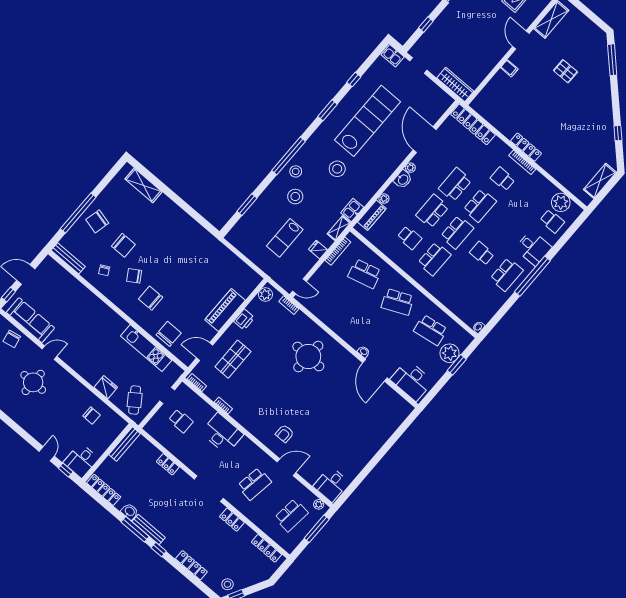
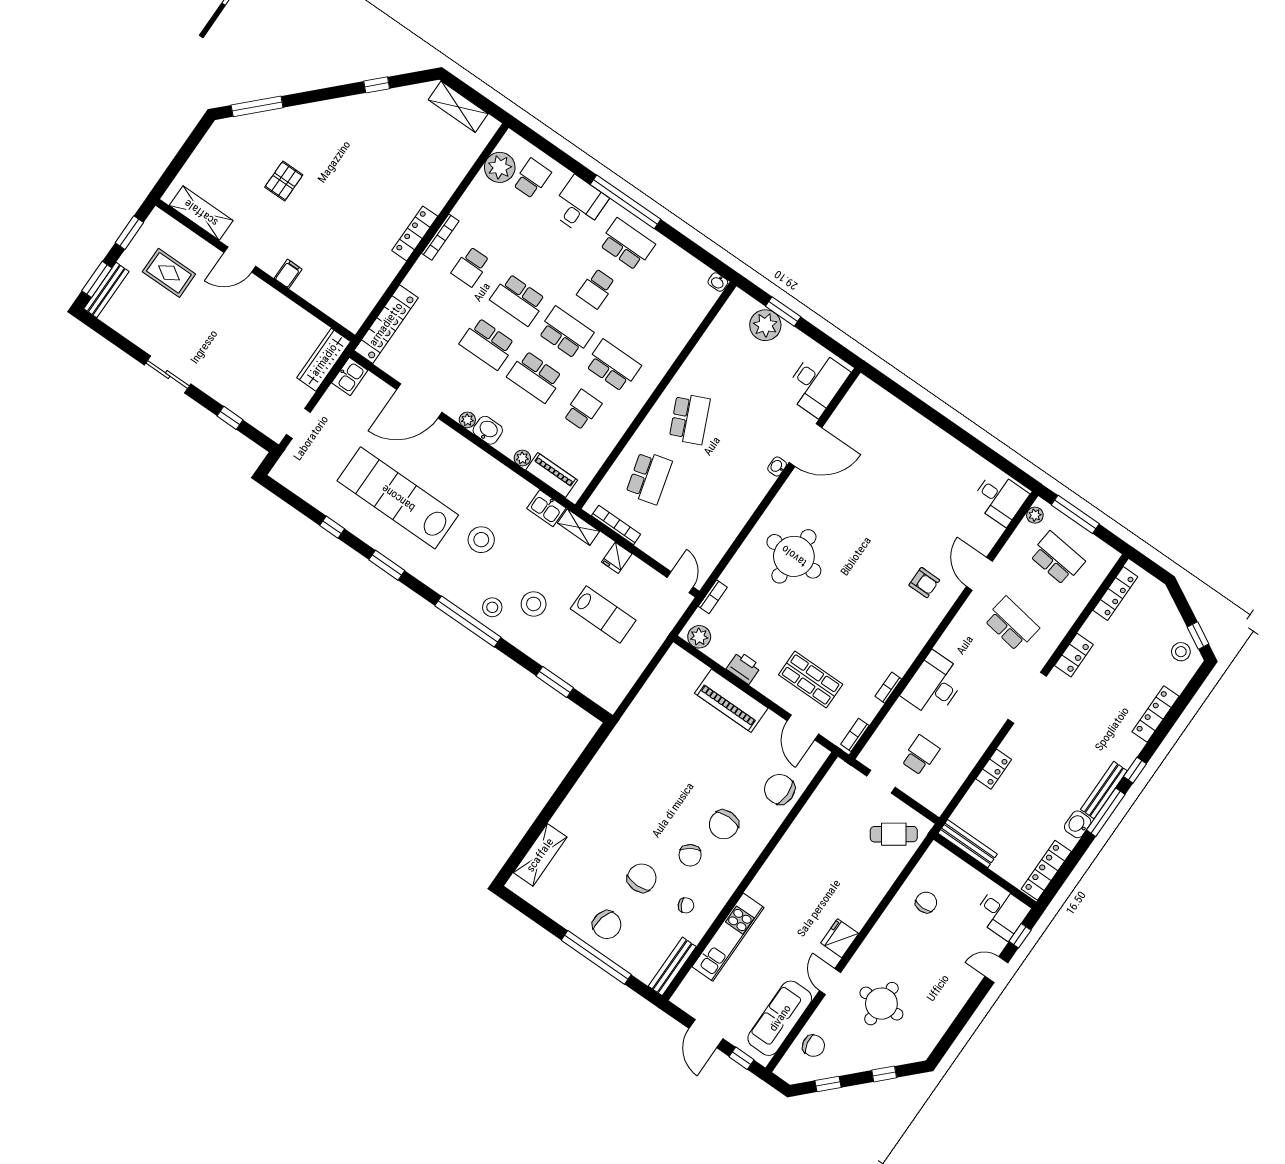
kitchen sink: (393, 56) -> (350, 376), moved
school desk: (480, 206) -> (518, 300), turned 180
school desk: (431, 330) -> (730, 360), removed
kitchen unit: (146, 348) -> (728, 937), moved
fridge: (106, 387) -> (840, 938), moved

